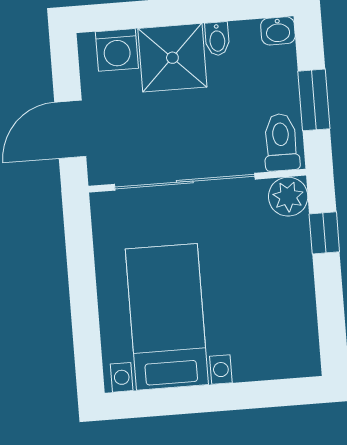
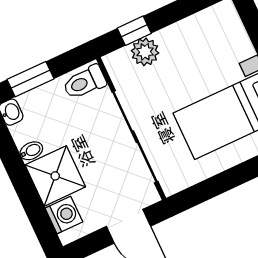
window: (314, 100) -> (30, 79), moved
plant: (288, 197) -> (145, 52), moved

